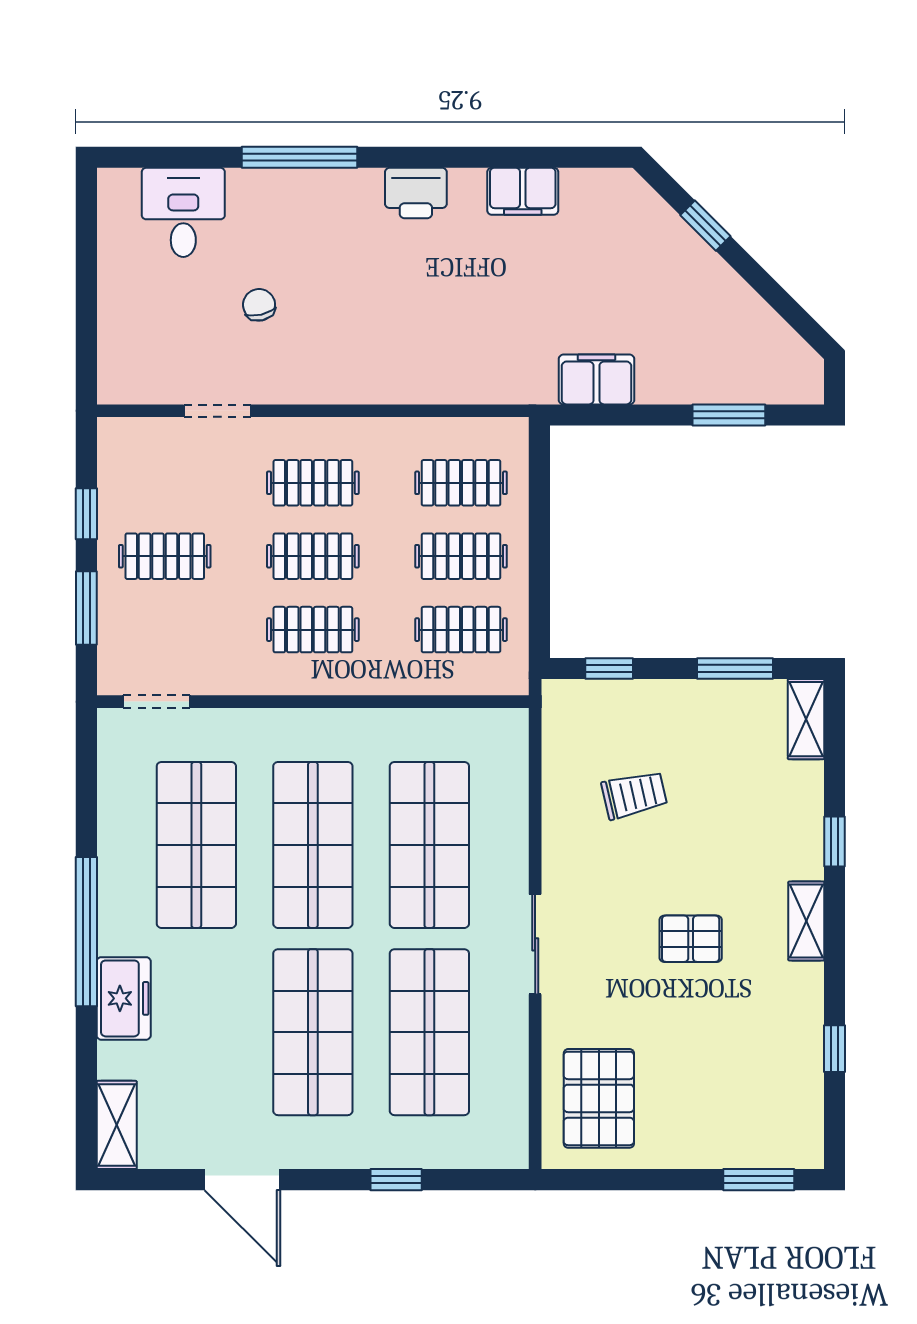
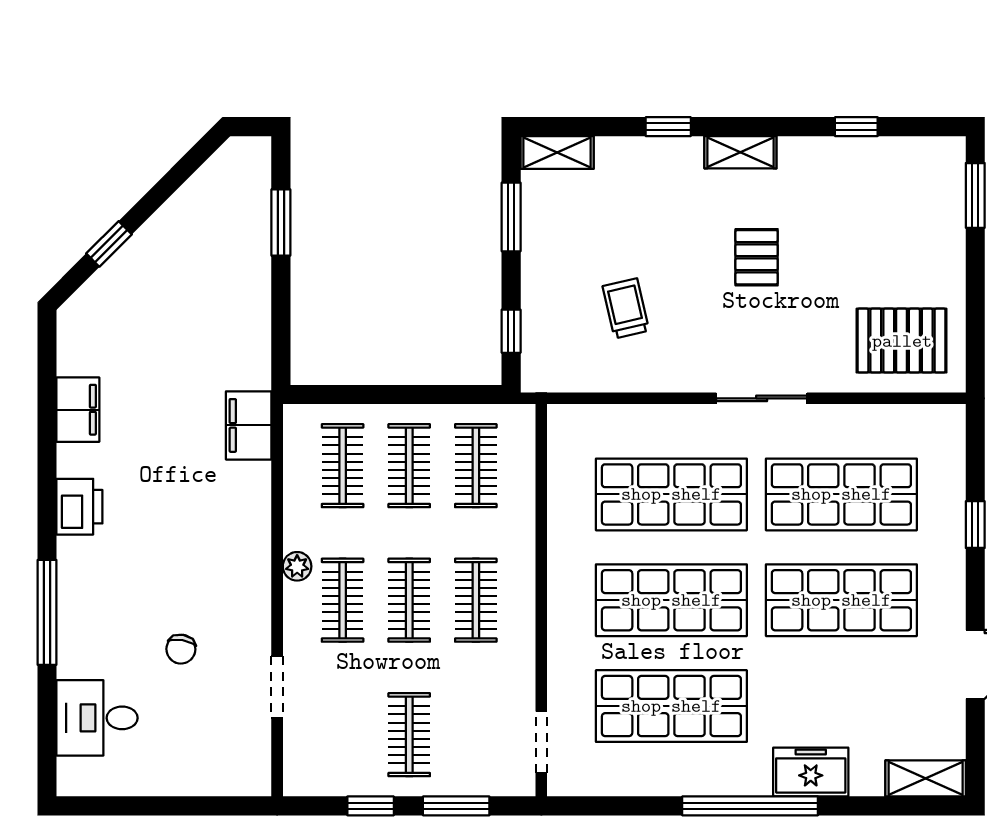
chair: (259, 305) -> (181, 649), turned -67
filing cabinet: (597, 379) -> (249, 425), moved
plant: (350, 433) -> (297, 566), added

